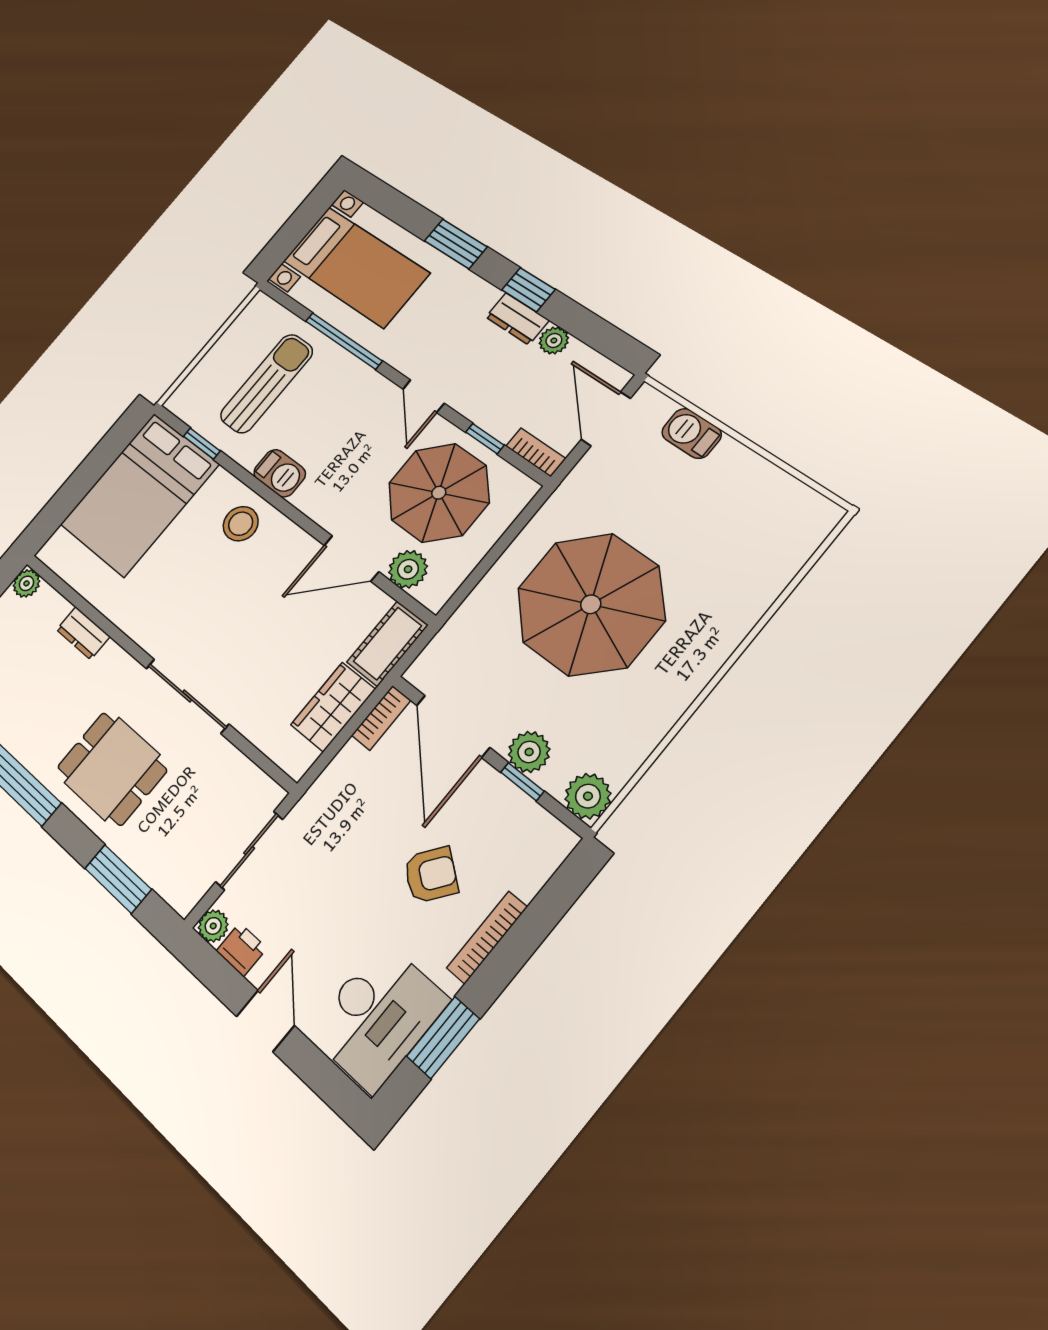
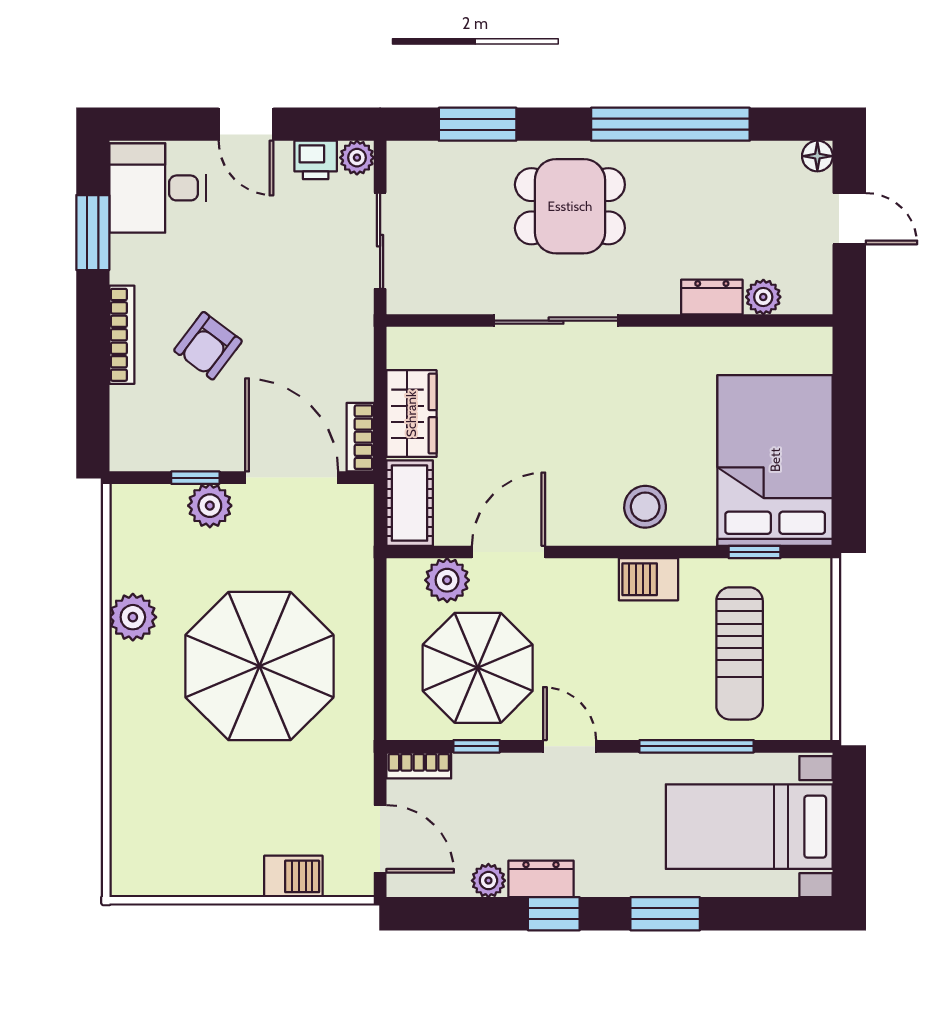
plant: (27, 583) -> (763, 297), moved
plant: (588, 796) -> (133, 617), moved
desk: (378, 1016) -> (158, 188), width x0.73

